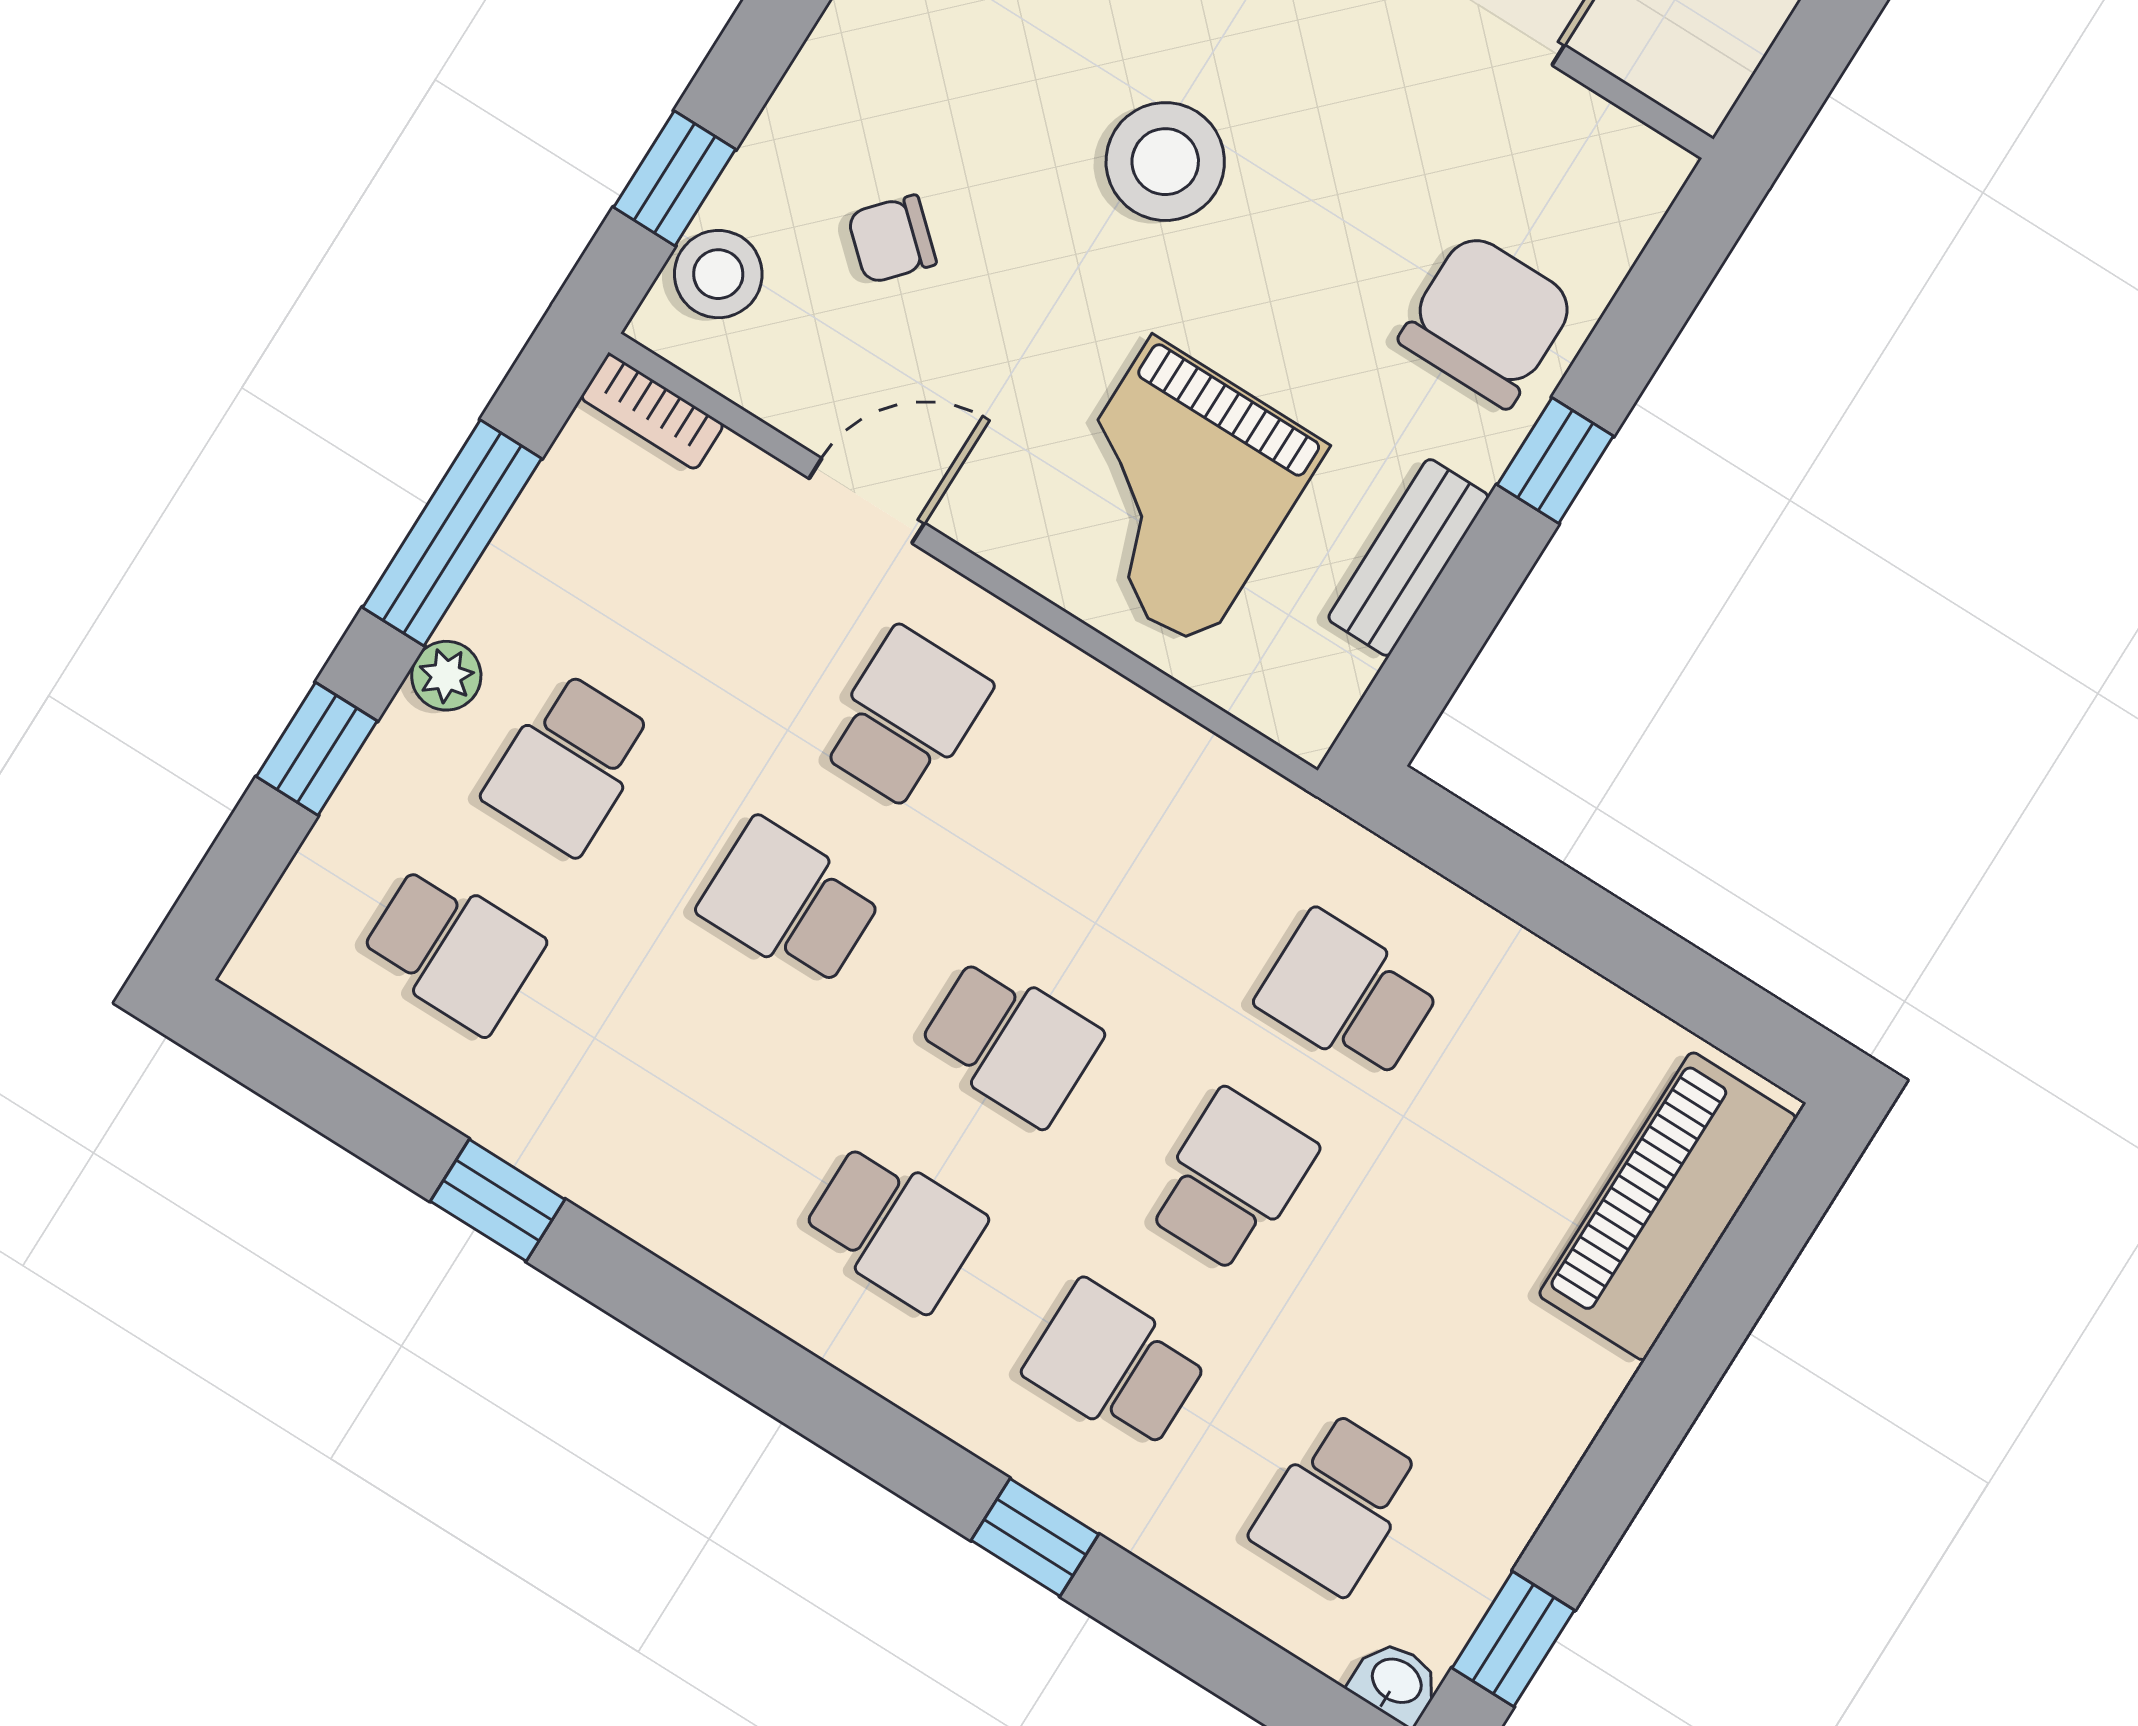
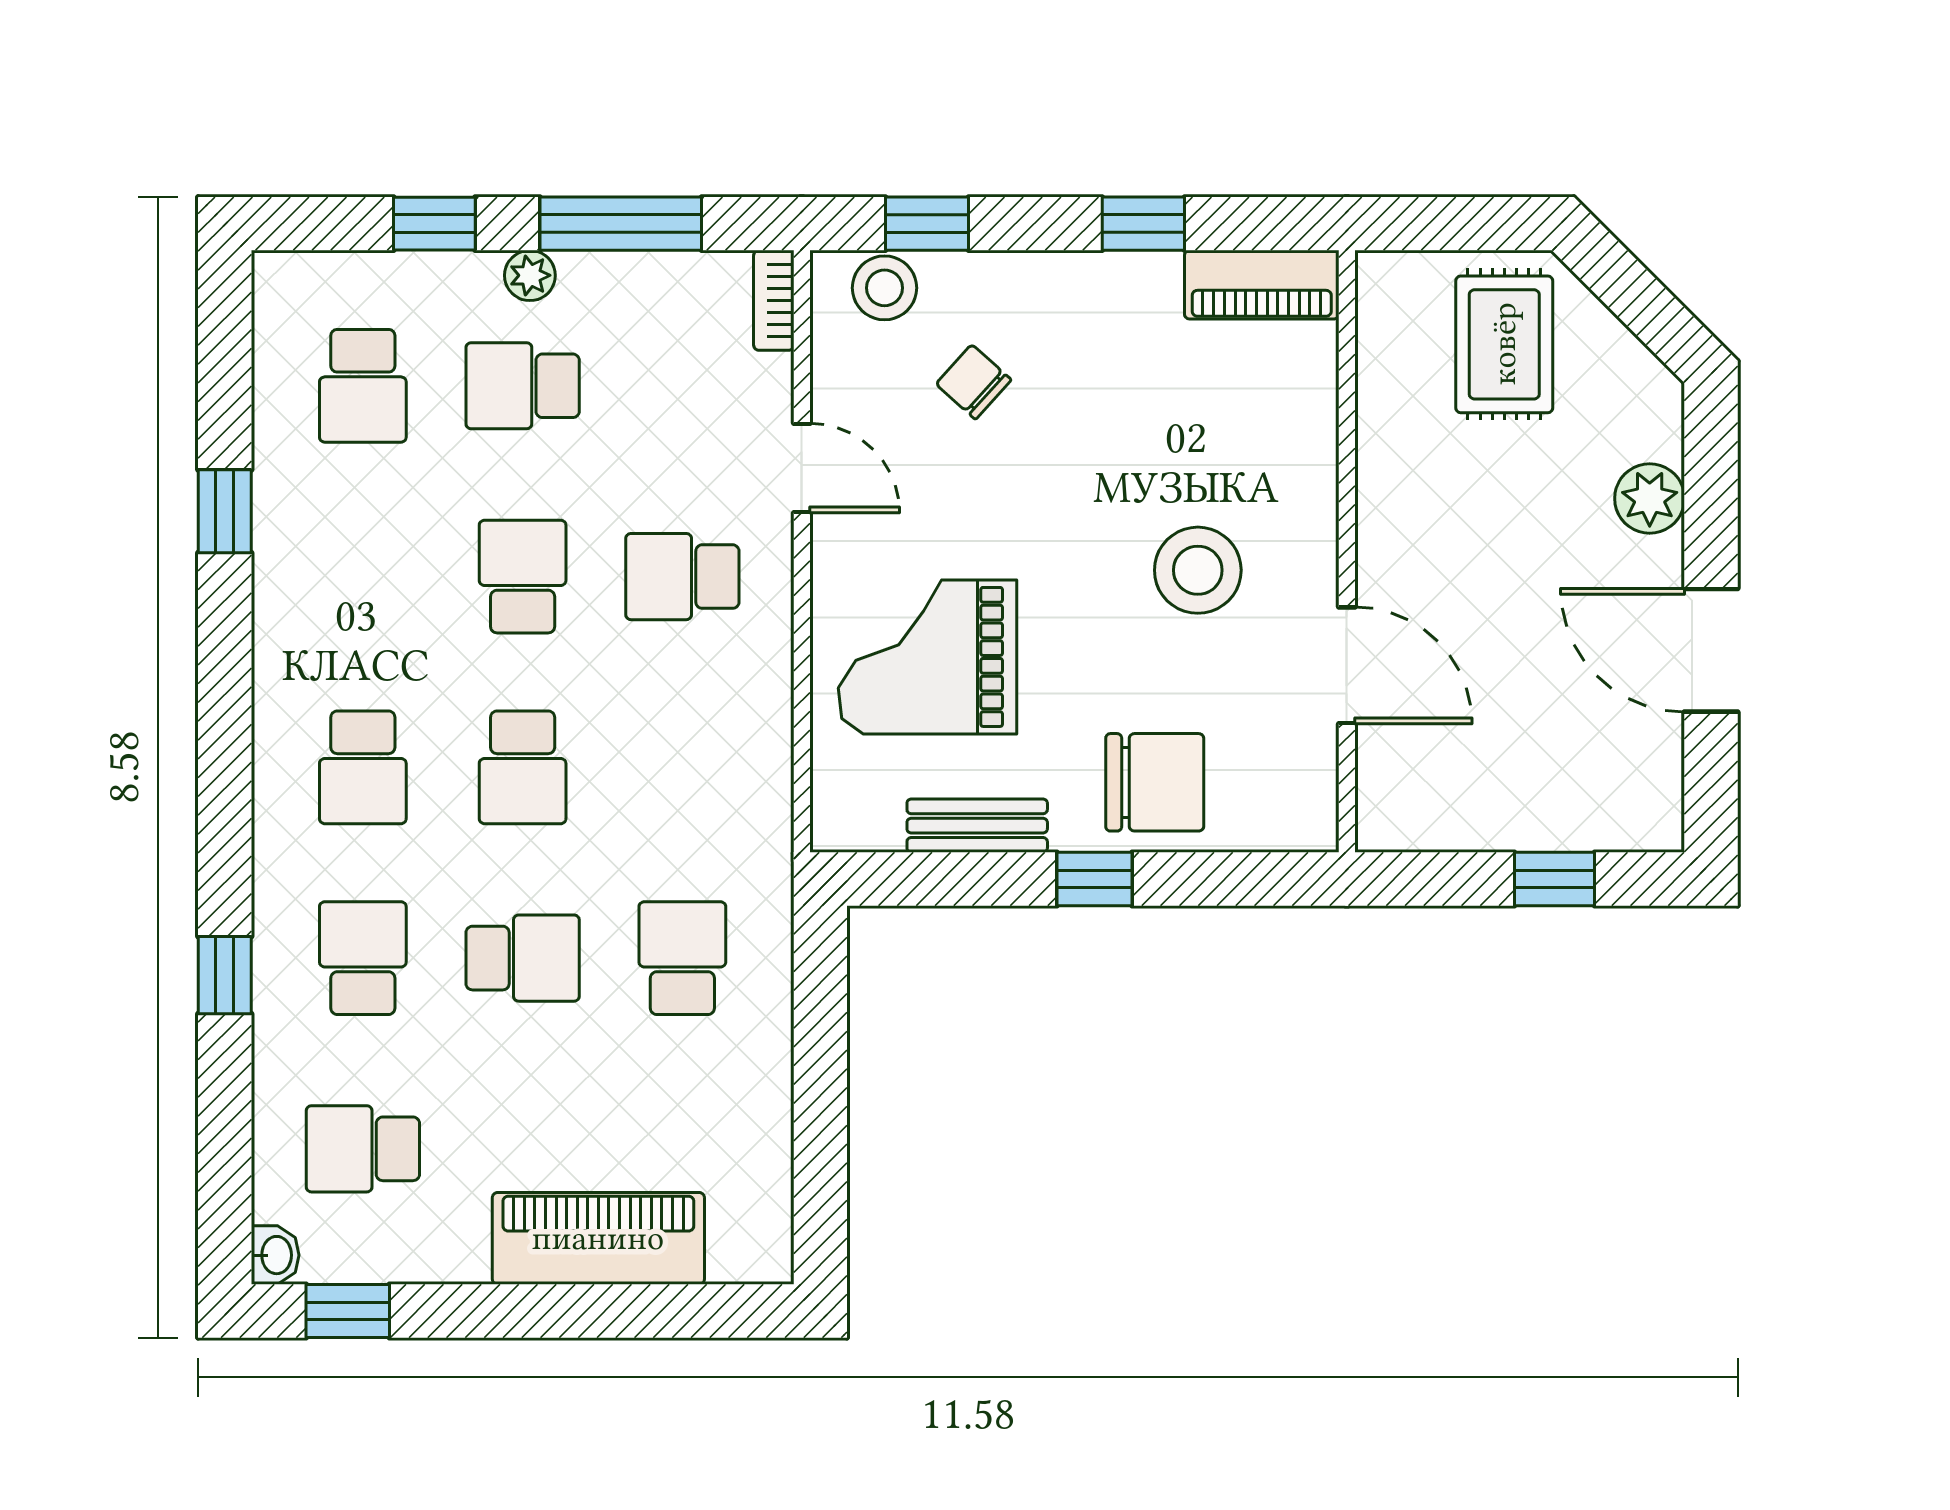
stool: (1165, 162) -> (1198, 570), moved
school desk: (906, 718) -> (682, 577), turned 180
piano: (1668, 1206) -> (598, 1238), moved

